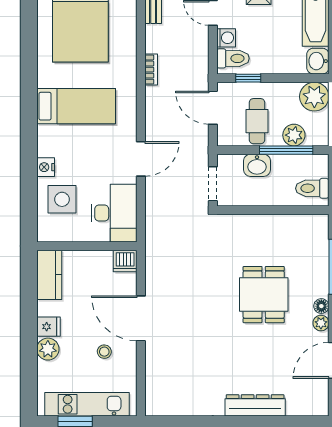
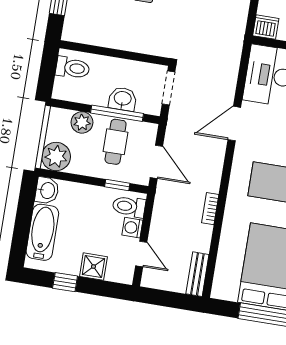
window: (286, 150) -> (117, 113), moved

